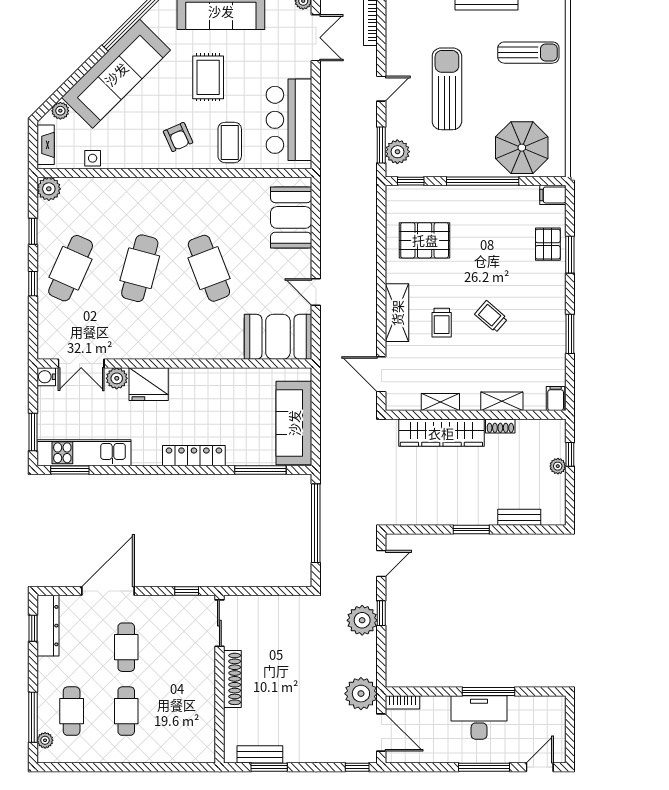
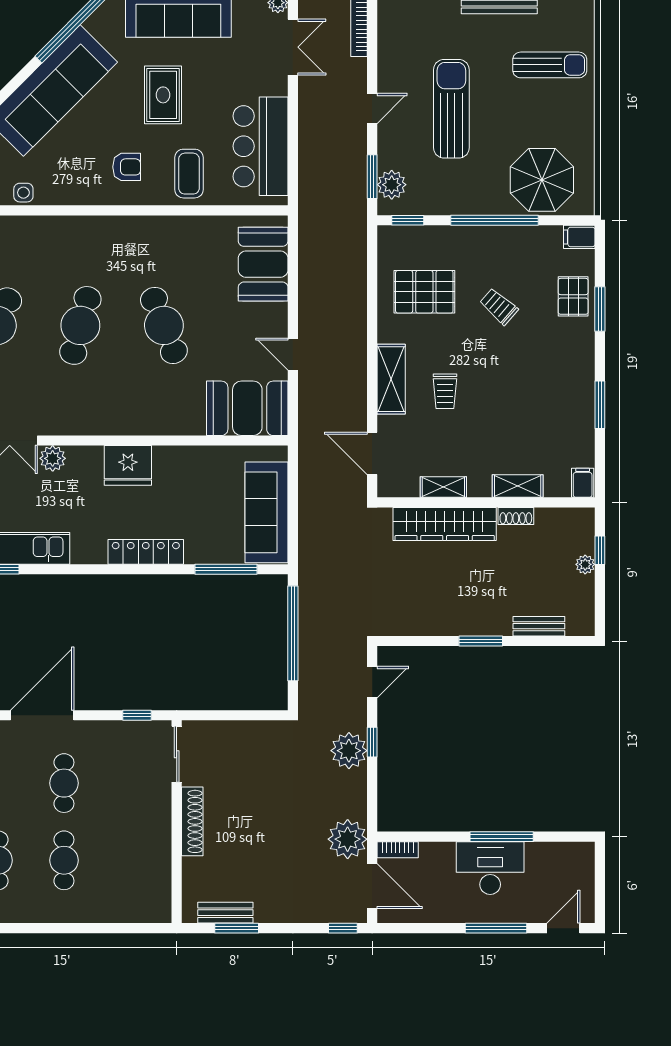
armchair: (178, 137) -> (127, 167), turned -66
trolley: (491, 316) -> (499, 306), moved
fridge: (149, 384) -> (128, 465), moved

